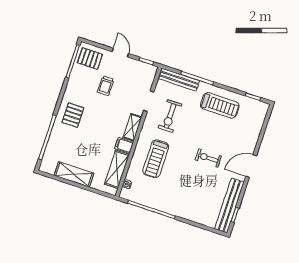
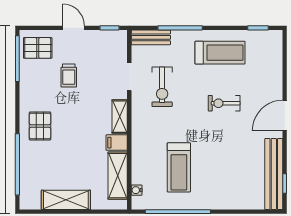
bench: (179, 80) -> (151, 37), width x0.73
exercise bike: (208, 158) -> (224, 103), moved
treadmill: (156, 159) -> (179, 167), moved

